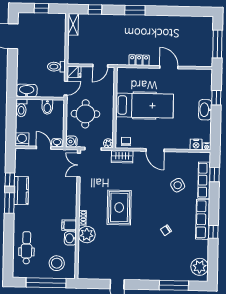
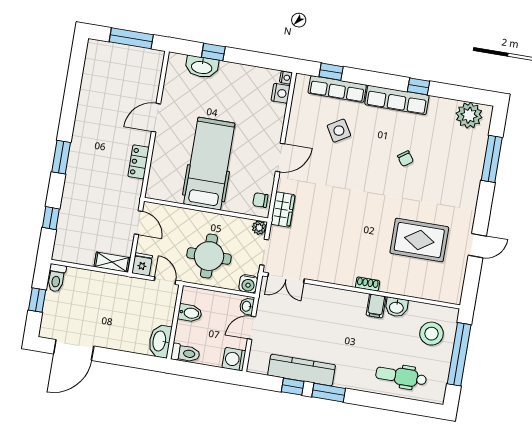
shelving: (73, 24) -> (112, 262), moved
toilet: (56, 67) -> (56, 278), moved
washbasin: (205, 110) -> (202, 67), moved
kitchen counter: (21, 191) -> (302, 370), width x1.50
rug: (119, 207) -> (419, 240), moved
plant: (87, 235) -> (394, 281), removed

